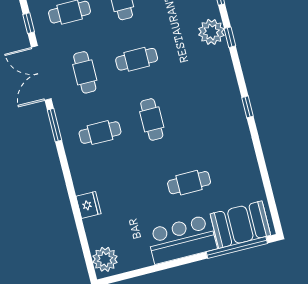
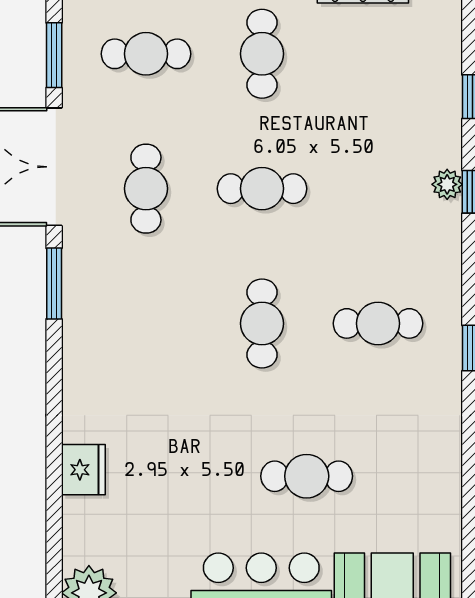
window: (29, 23) -> (54, 55), width x1.50
plant: (211, 32) -> (447, 184), width x0.53, depth x0.53
cafe table: (100, 133) -> (378, 323), moved

